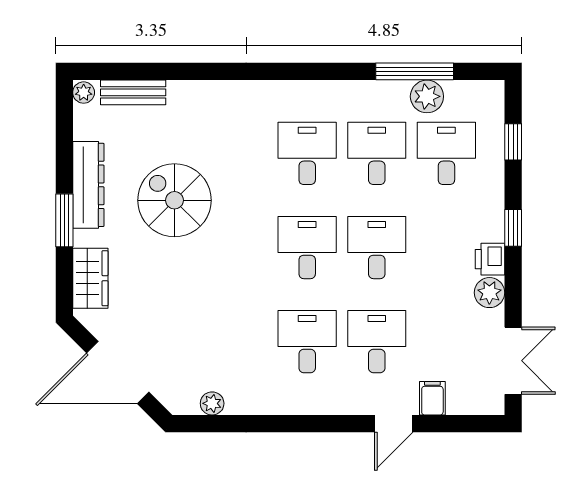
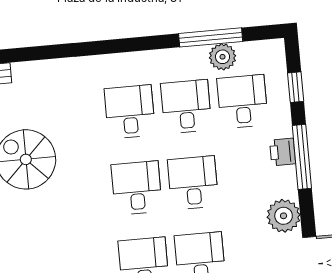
window: (513, 228) -> (302, 157), width x2.17
printer: (490, 259) -> (283, 152), moved
plant: (489, 293) -> (284, 216), width x1.36, depth x1.36

